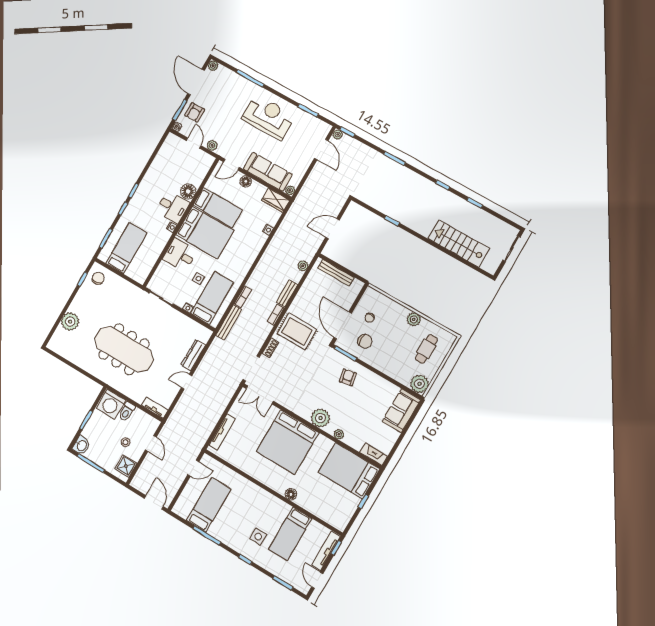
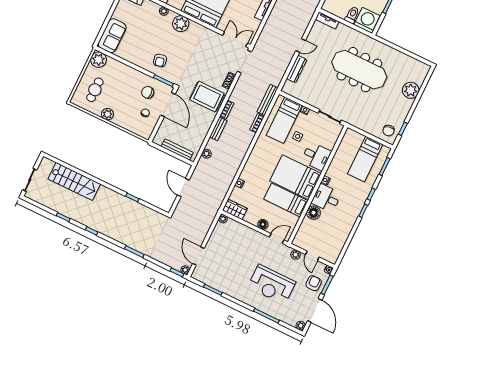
reception desk: (268, 117) -> (272, 284), moved
sofa: (268, 172) -> (244, 234), removed
door: (332, 229) -> (183, 188), swing flipped

